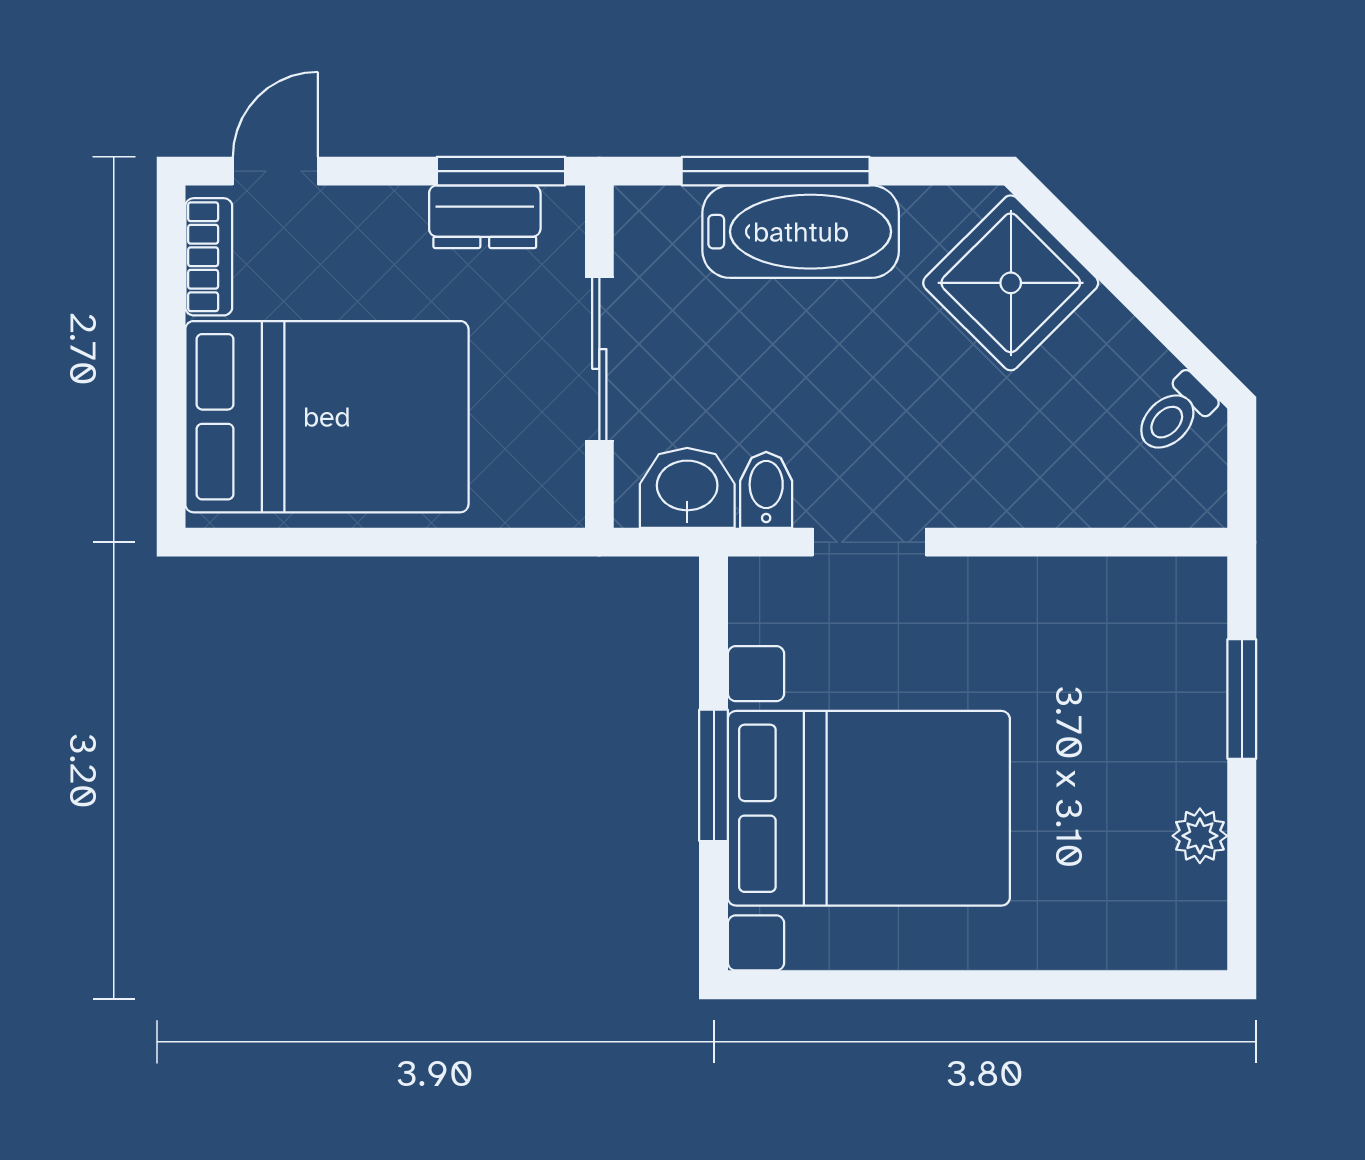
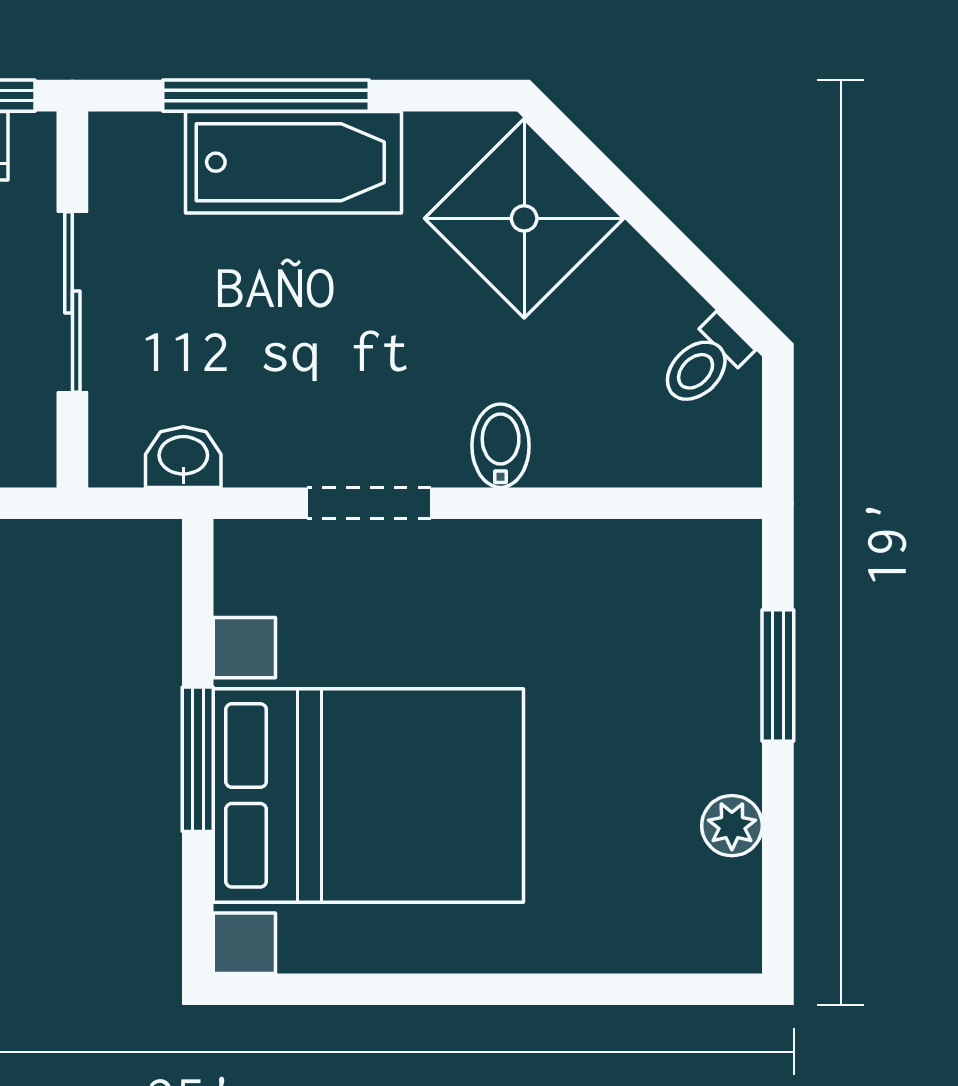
washbasin: (687, 488) -> (183, 457), width x0.72, depth x0.69
bidet: (766, 490) -> (501, 446), moved

